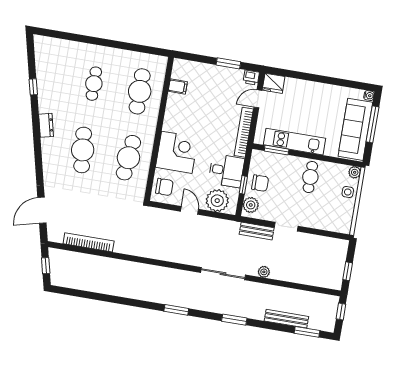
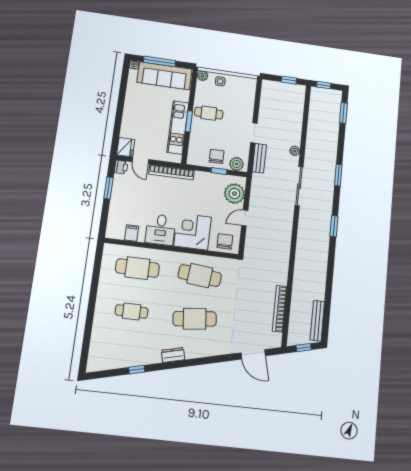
window: (277, 150) -> (189, 121), moved
desk: (226, 171) -> (161, 230), moved, turned 180
bench: (286, 319) -> (317, 321), moved

